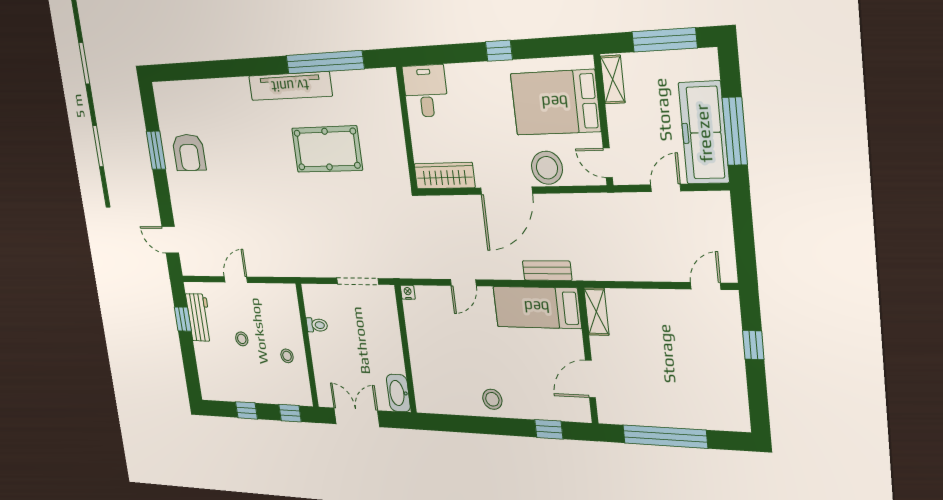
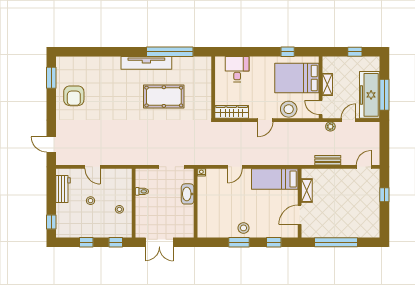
window: (664, 40) -> (355, 52), width x0.46
window: (499, 51) -> (288, 52), moved
shelving: (613, 79) -> (327, 84), moved
desk: (426, 91) -> (237, 69), moved
window: (156, 150) -> (51, 78), moved
door: (506, 191) -> (265, 120), width x0.53
plant: (631, 202) -> (330, 127), added
bench: (547, 271) -> (328, 160), moved
door: (236, 280) -> (93, 167), swing flipped
shelving: (596, 312) -> (307, 191), moved
window: (183, 319) -> (51, 222), moved
washbasin: (398, 393) -> (188, 194), moved
double door: (357, 417) -> (159, 242), swing flipped
window: (488, 425) -> (239, 242), added

